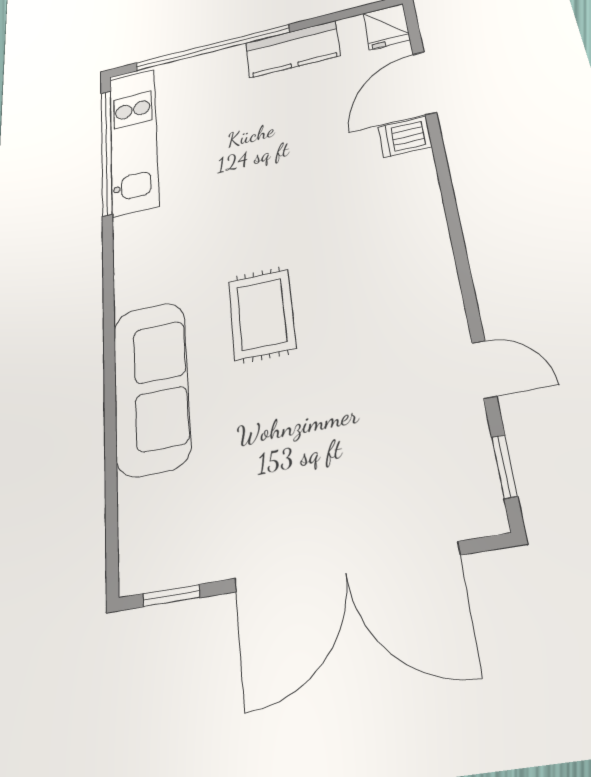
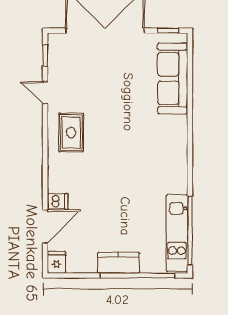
kitchen counter: (293, 49) -> (118, 263), moved
rug: (262, 314) -> (71, 132), moved
sofa: (151, 387) -> (173, 78), moved

